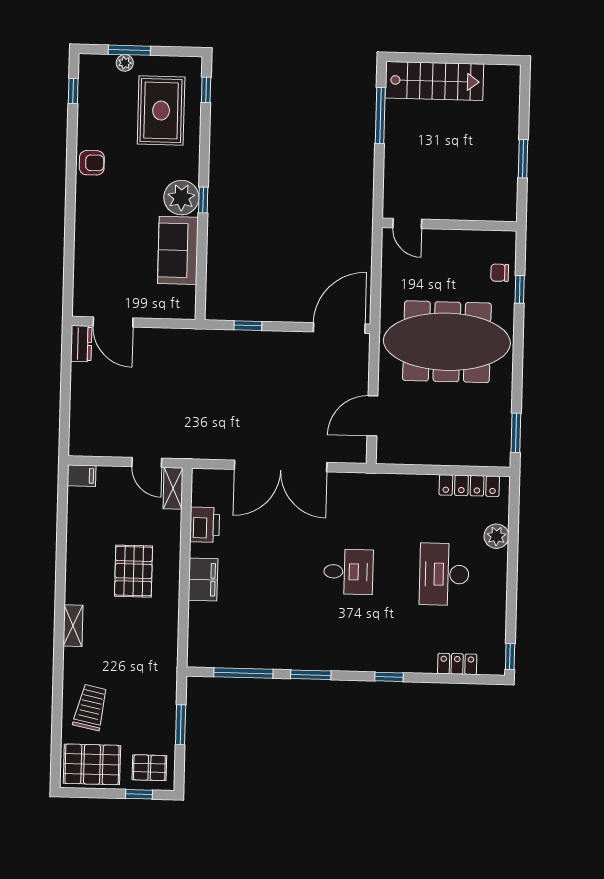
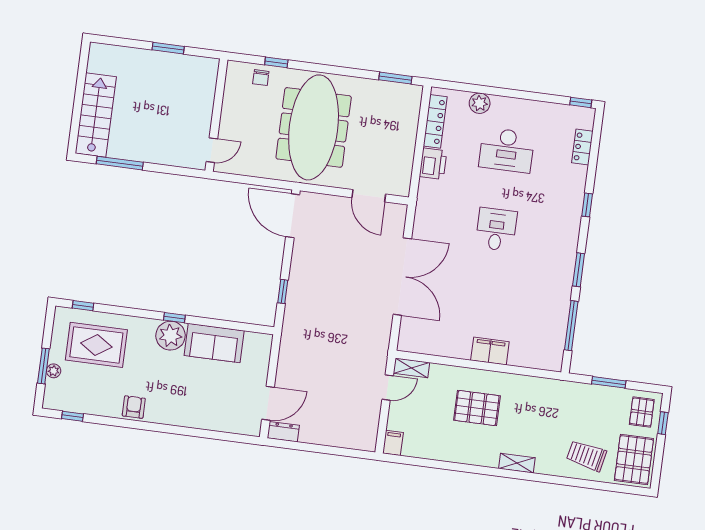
printer: (205, 525) -> (433, 164), moved, turned 90

